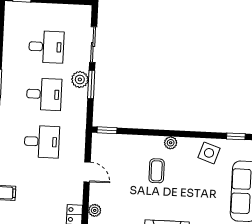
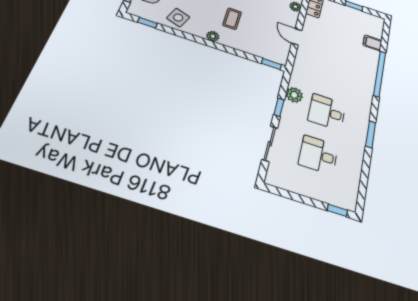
plant: (80, 80) -> (294, 95), moved
window: (91, 85) -> (279, 107), width x0.67
desk: (42, 142) -> (335, 73), removed

